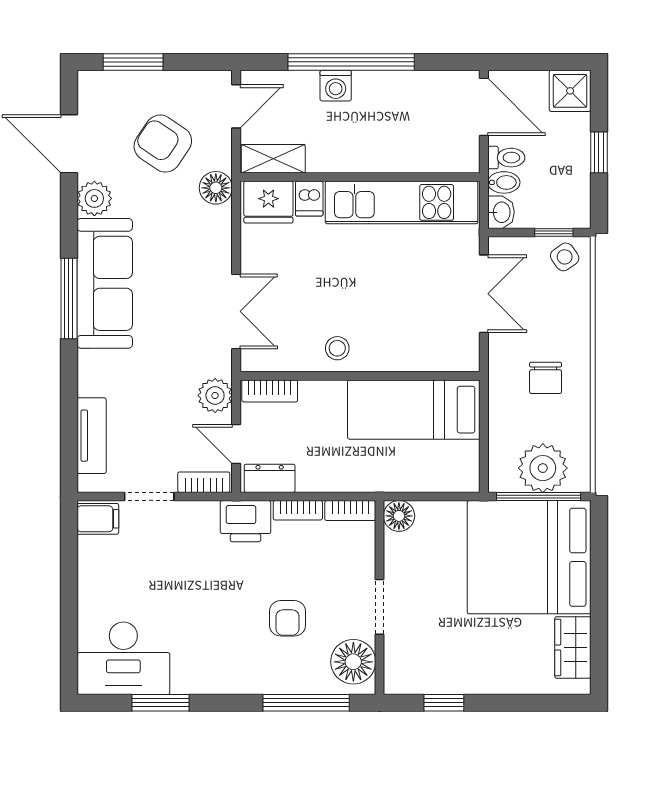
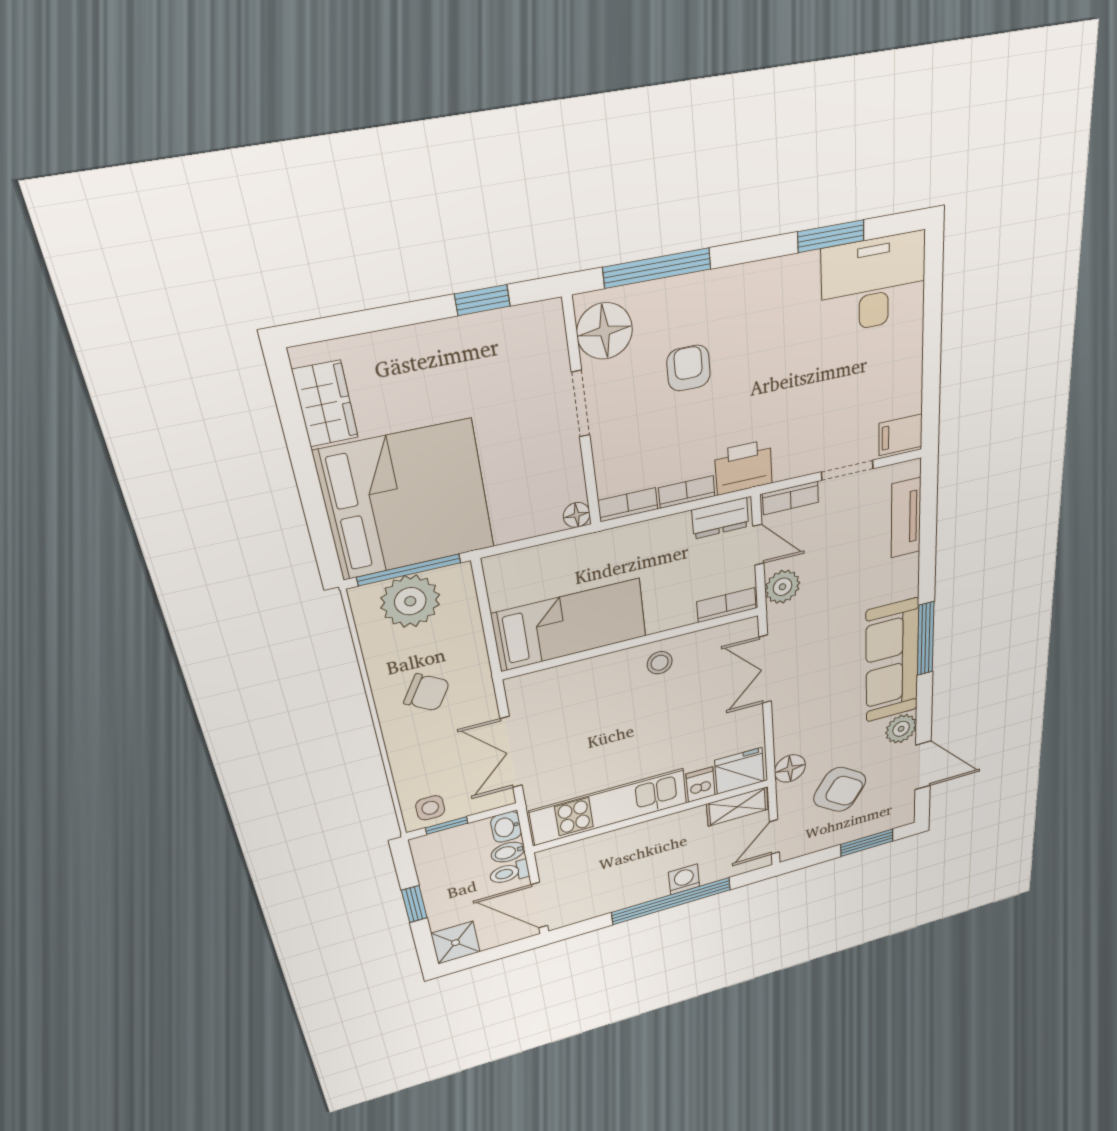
side table: (565, 257) -> (430, 808), turned 35
chair: (546, 378) -> (427, 692), turned 121
floor lamp: (399, 516) -> (577, 515), width x0.73, depth x0.73

